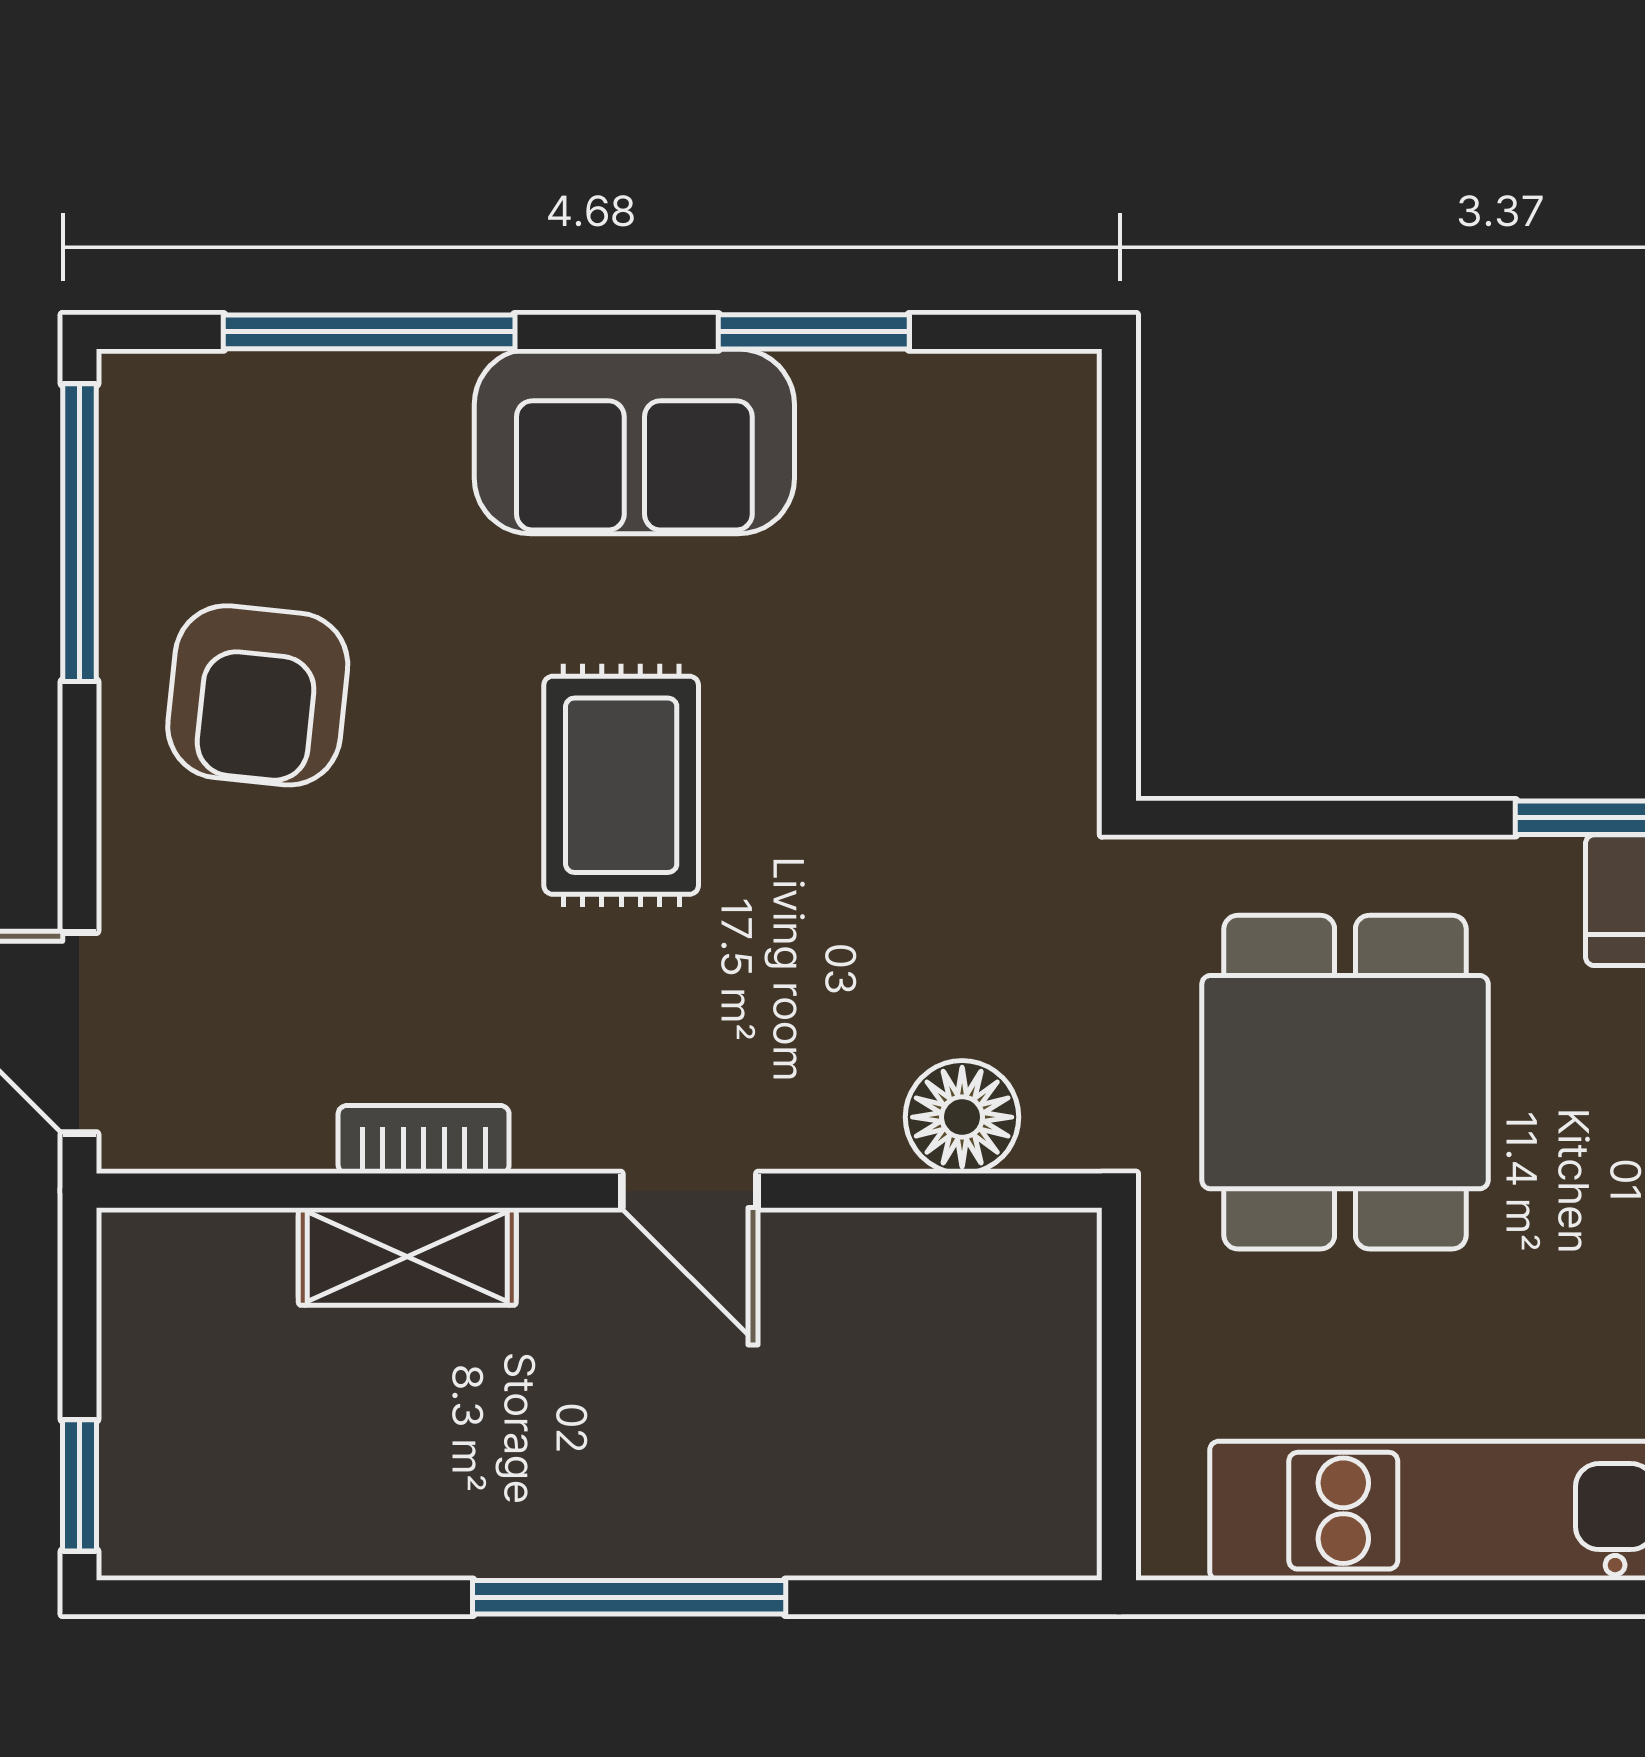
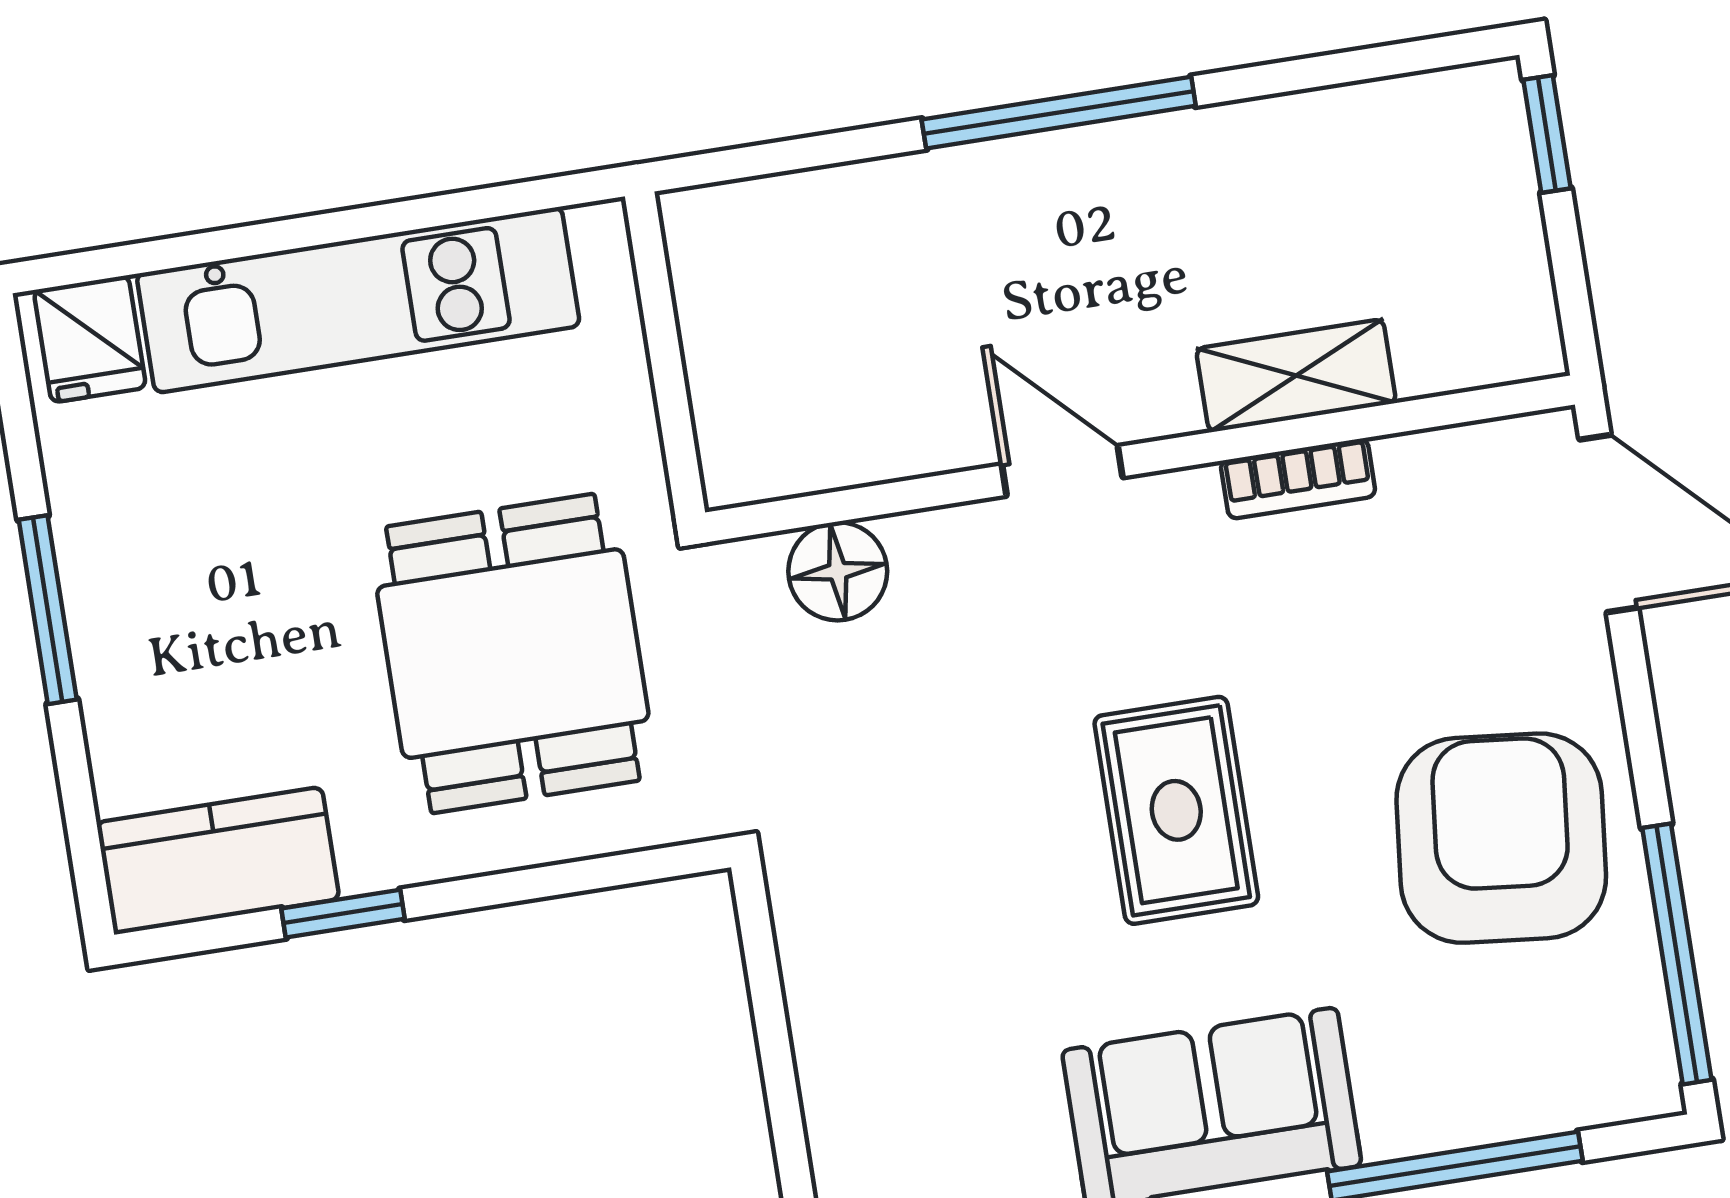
armchair: (258, 695) -> (1501, 838), width x1.36, depth x1.36

